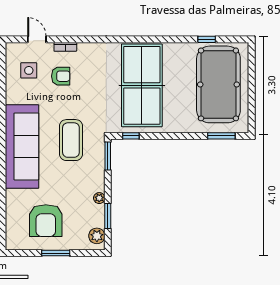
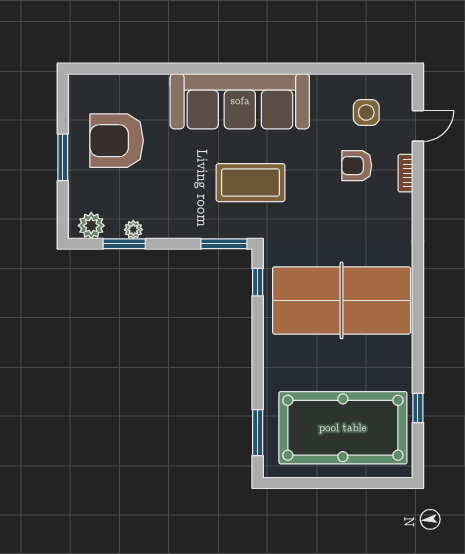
armchair: (61, 76) -> (357, 166), turned 90
plant: (99, 198) -> (133, 230), moved

